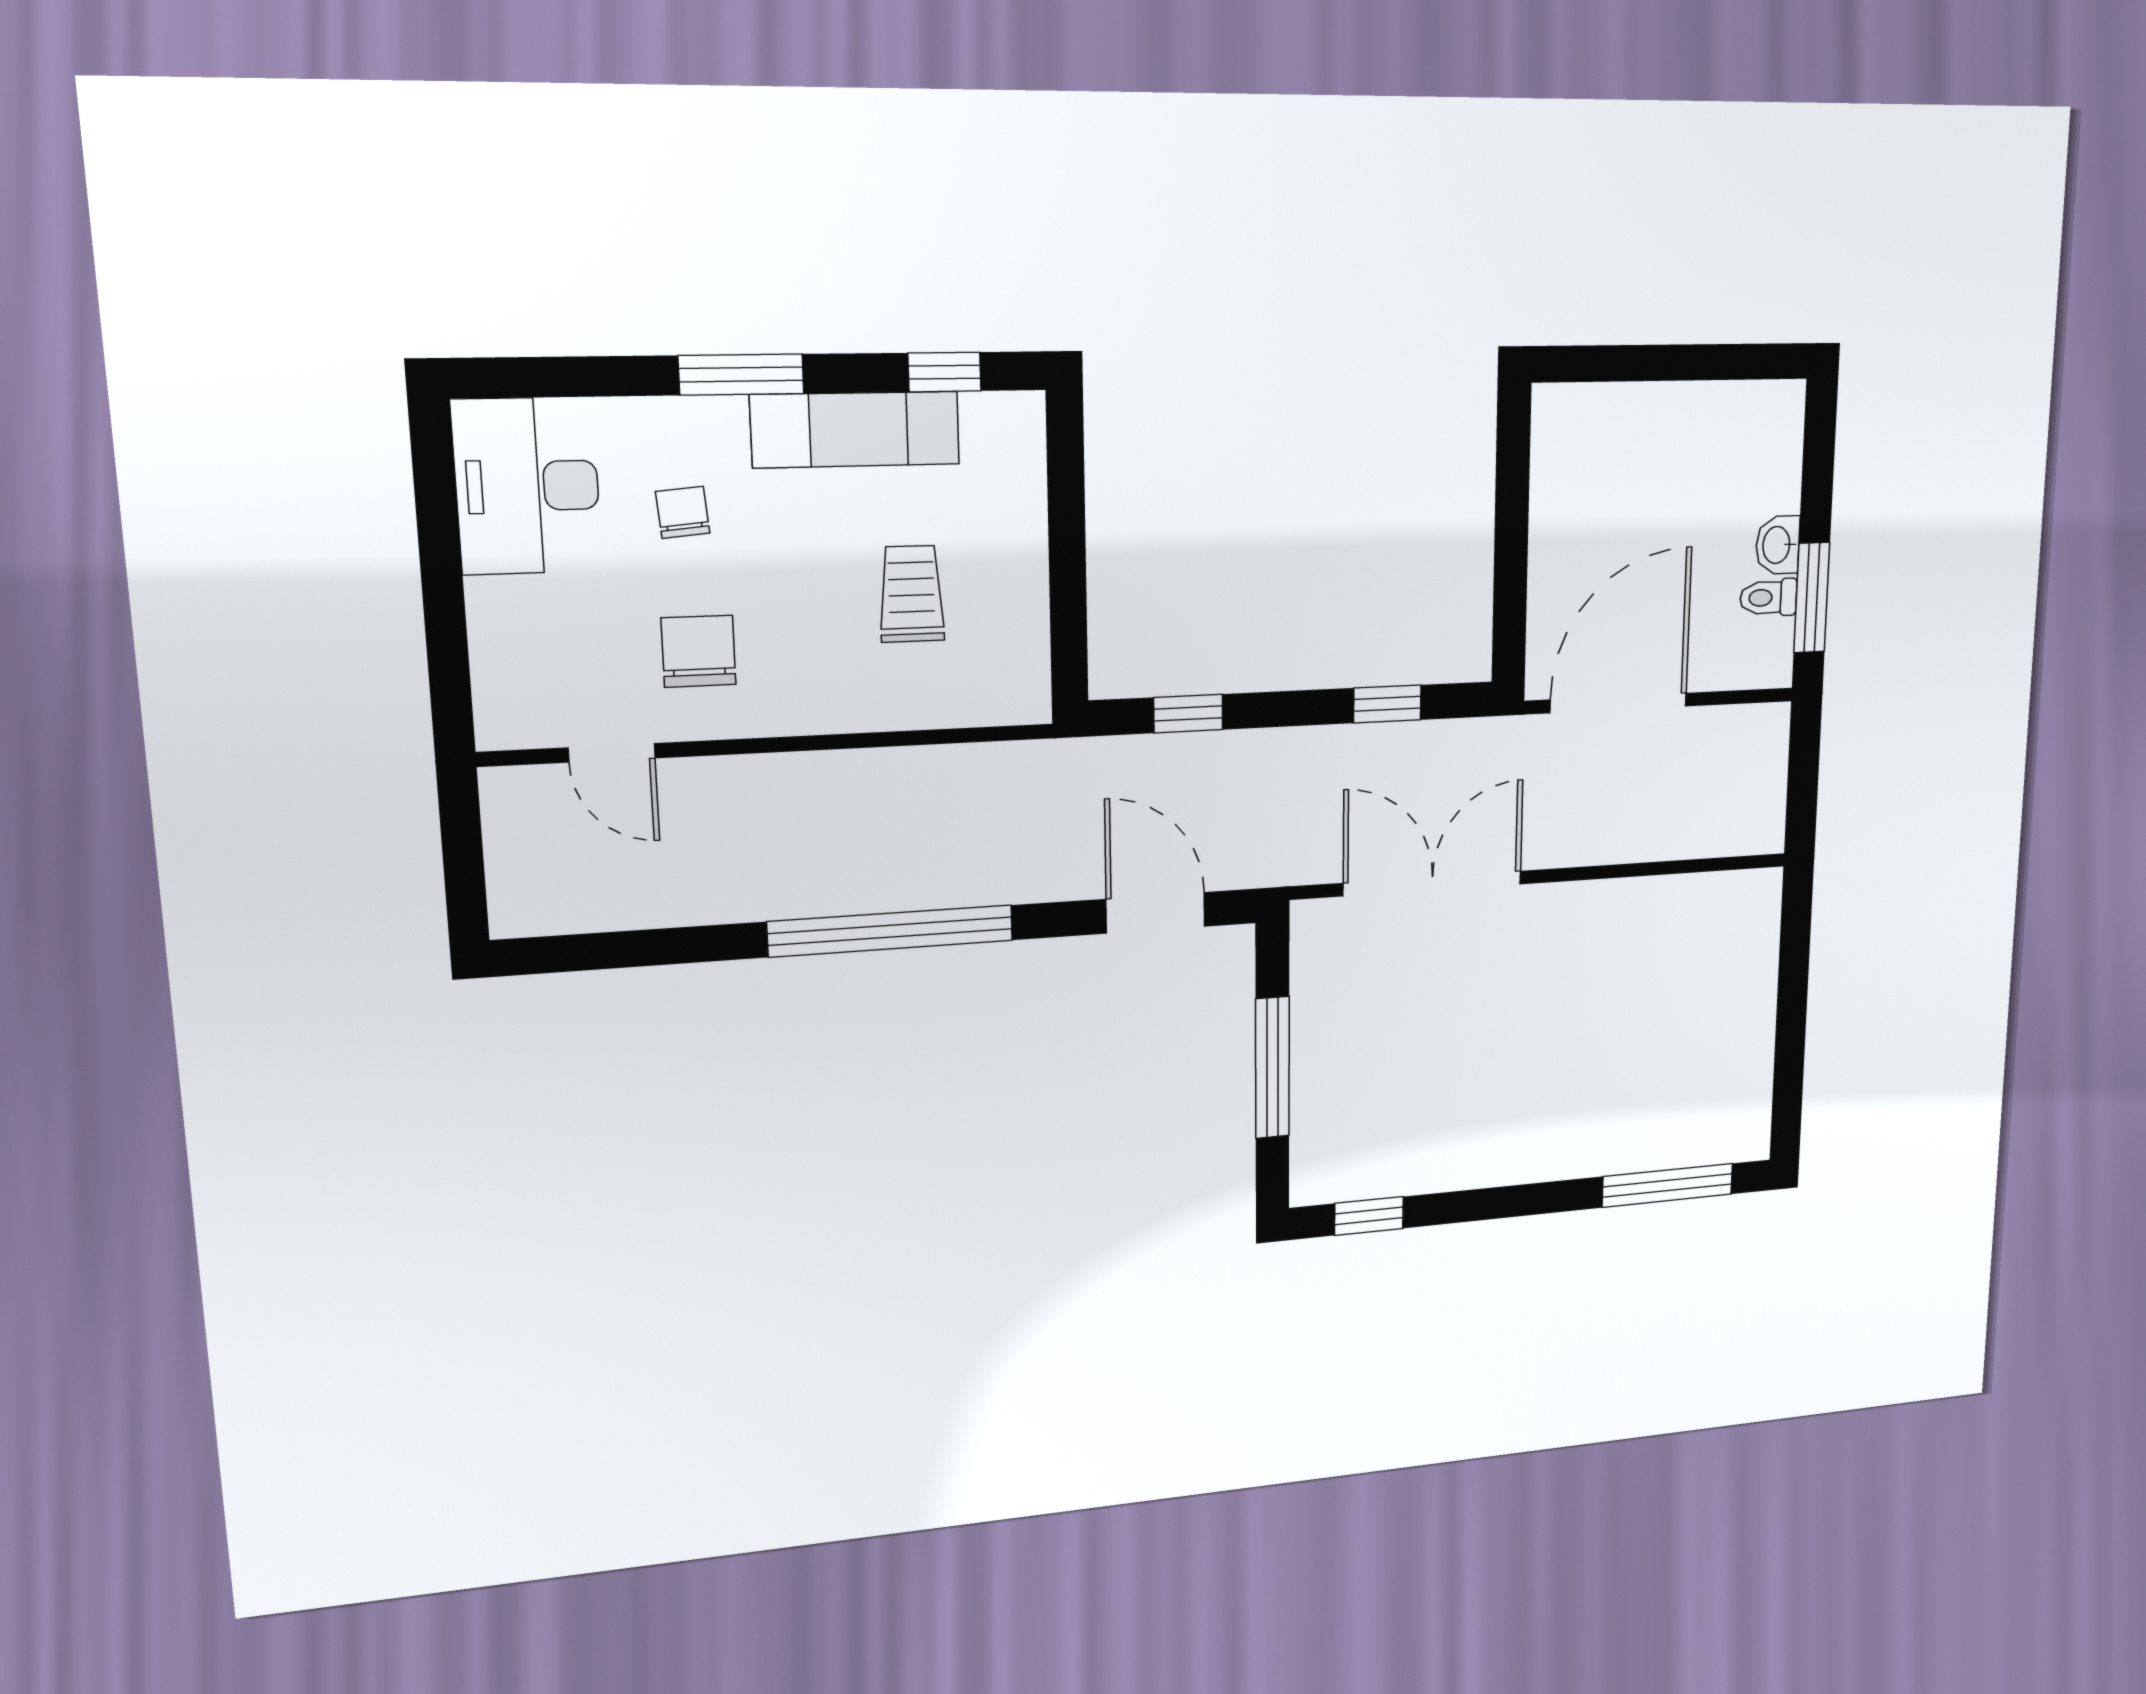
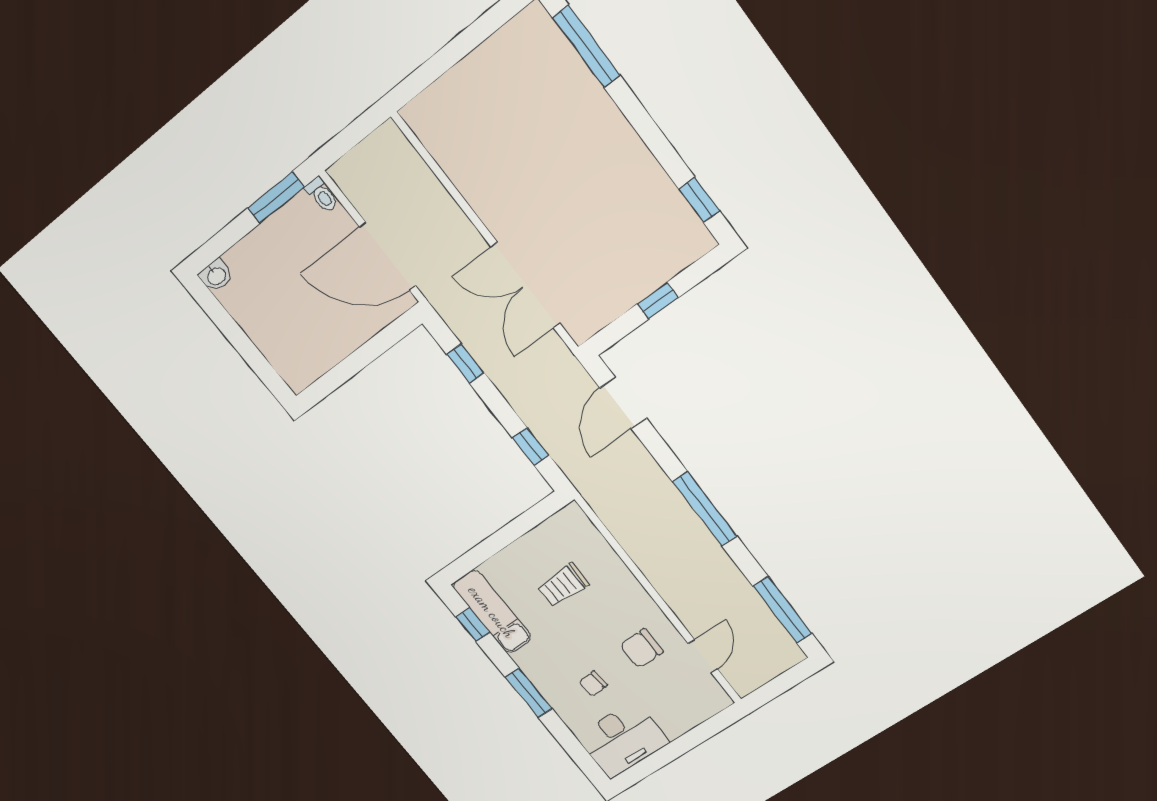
exam couch: (855, 430) -> (492, 612), moved
washbasin: (1778, 545) -> (216, 276), moved
toilet: (1768, 598) -> (322, 195), moved
window: (891, 931) -> (705, 509), width x0.68
window: (615, 950) -> (783, 610), added
window: (1272, 1068) -> (658, 301), width x0.46

